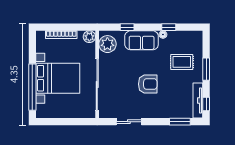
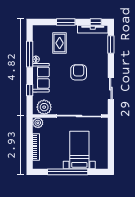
window: (169, 27) -> (30, 54), width x2.17
bed with nightstands: (58, 78) -> (79, 150), width x0.73
window: (32, 87) -> (68, 172), moved

